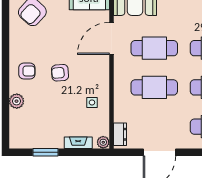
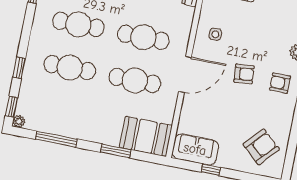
door: (111, 38) -> (185, 74), moved

